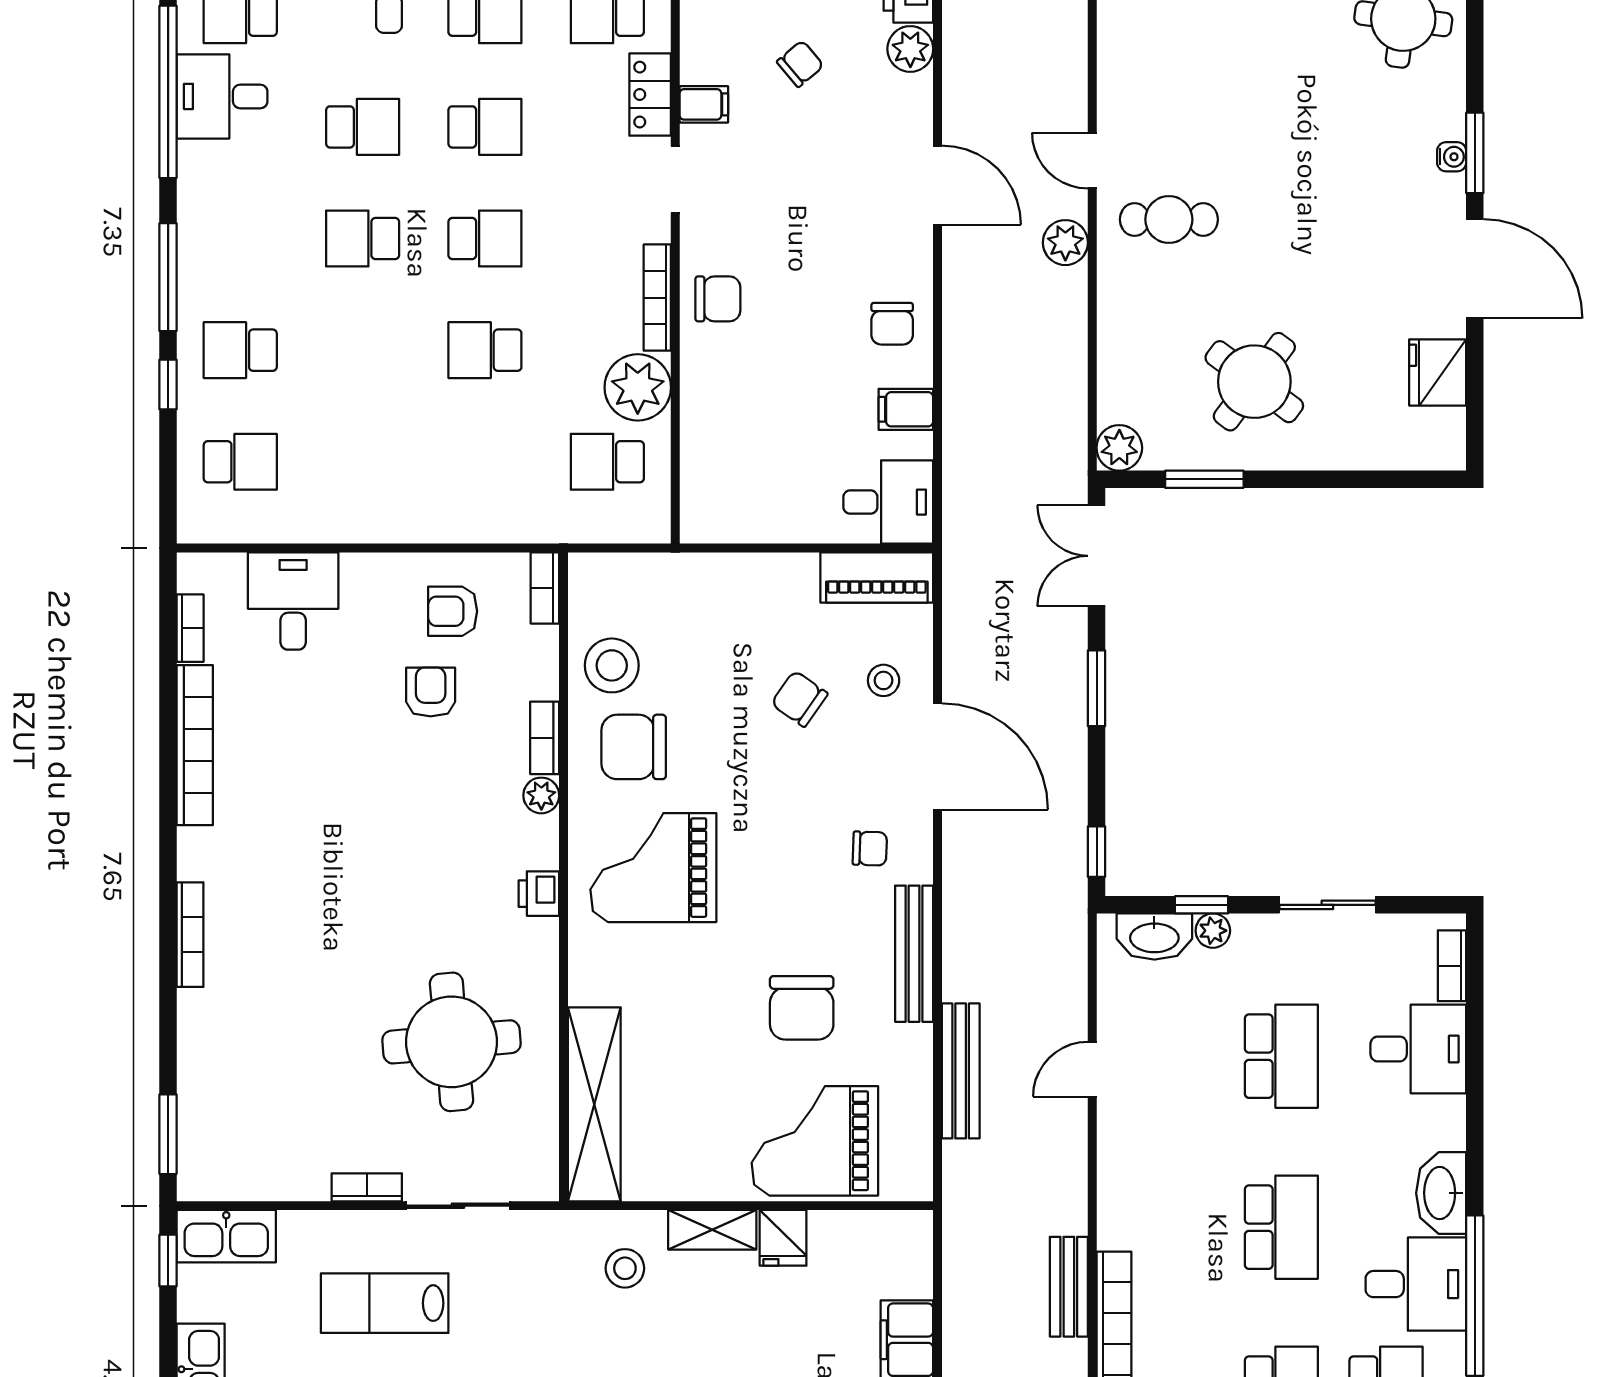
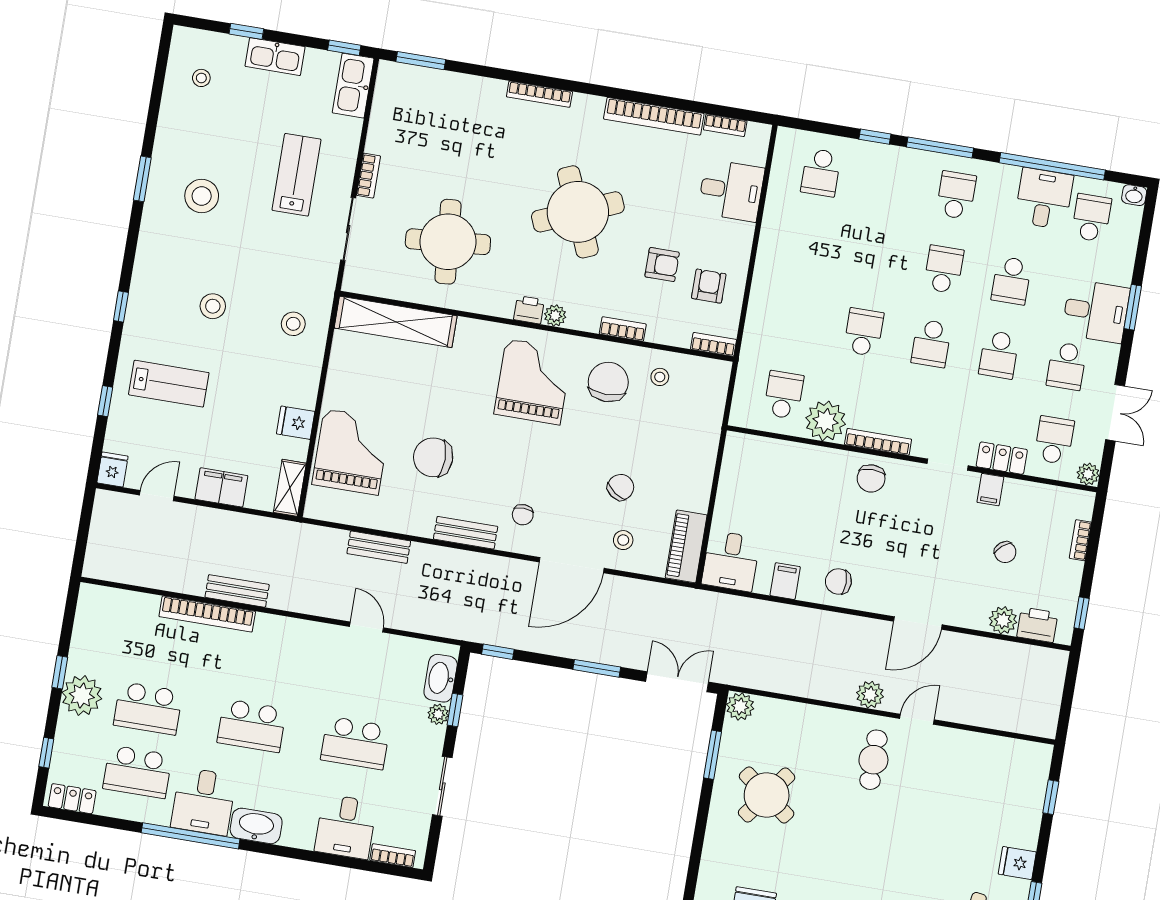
school desk: (240, 350) -> (956, 195), moved
stool: (612, 665) -> (660, 377), width x0.53, depth x0.53
plant: (541, 795) -> (555, 316), moved
round table: (369, 841) -> (578, 212), added
bench: (914, 954) -> (466, 533), width x0.73
bench: (961, 1071) -> (379, 547), width x0.73
shelving: (712, 1230) -> (290, 488), moved

